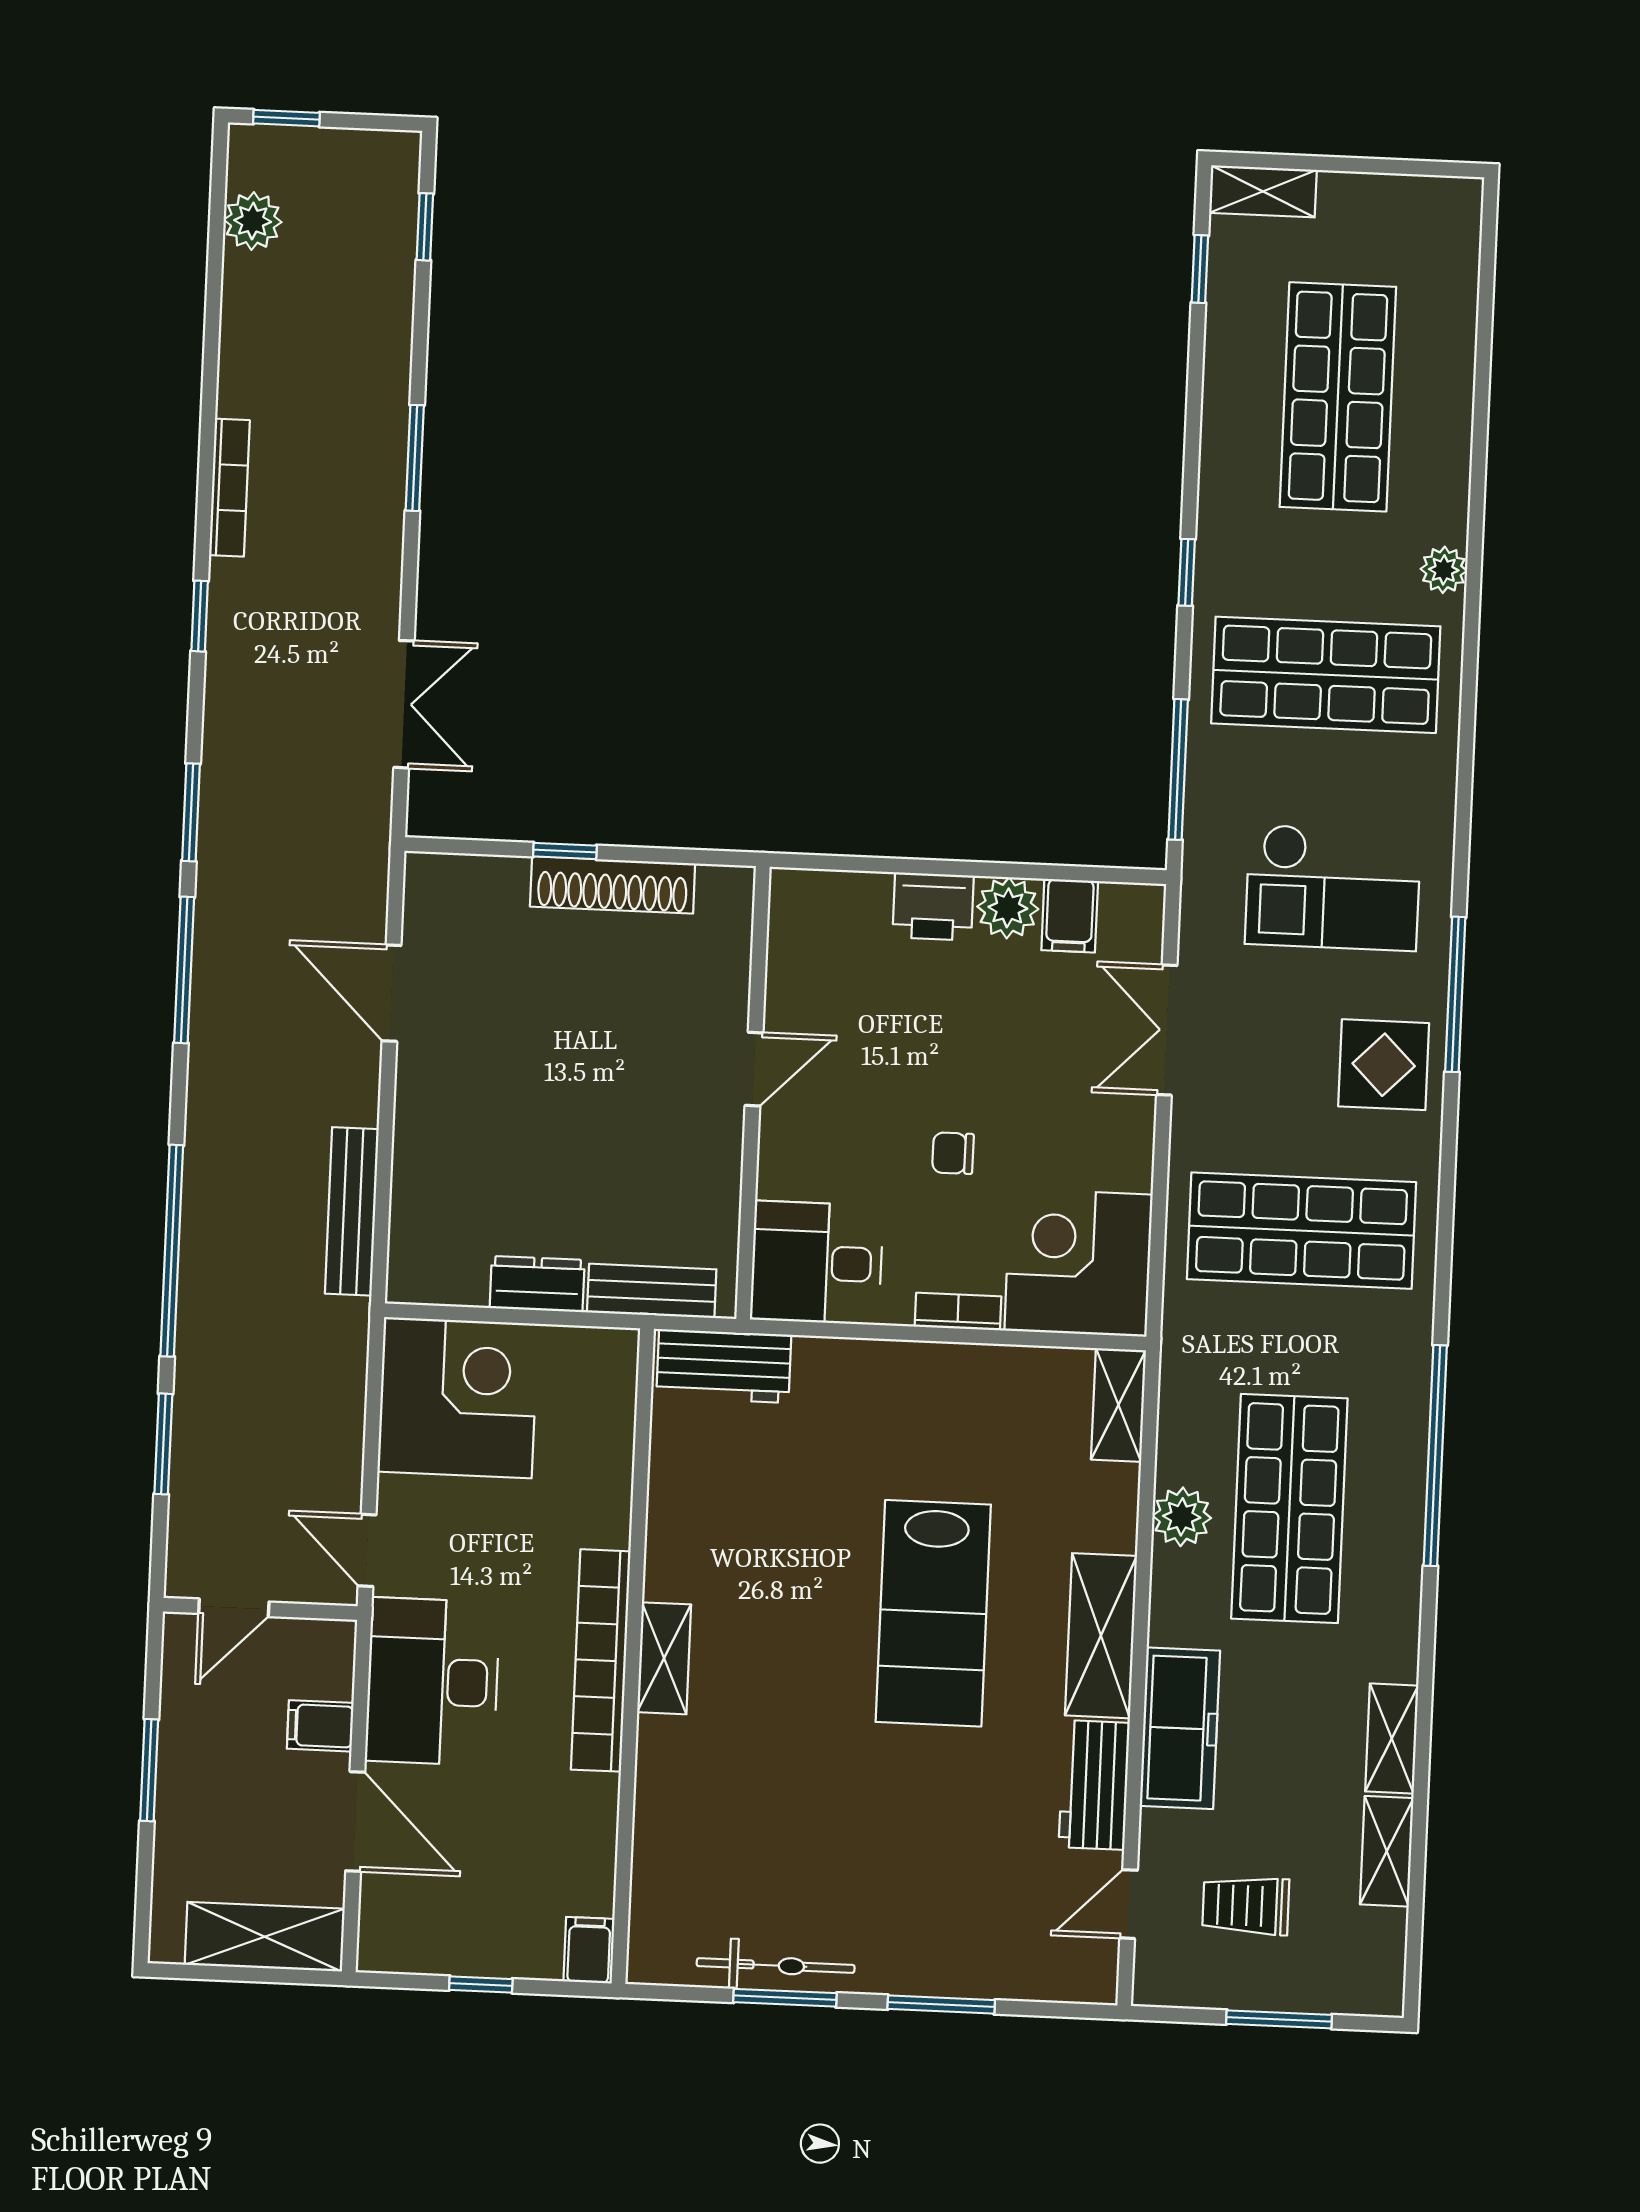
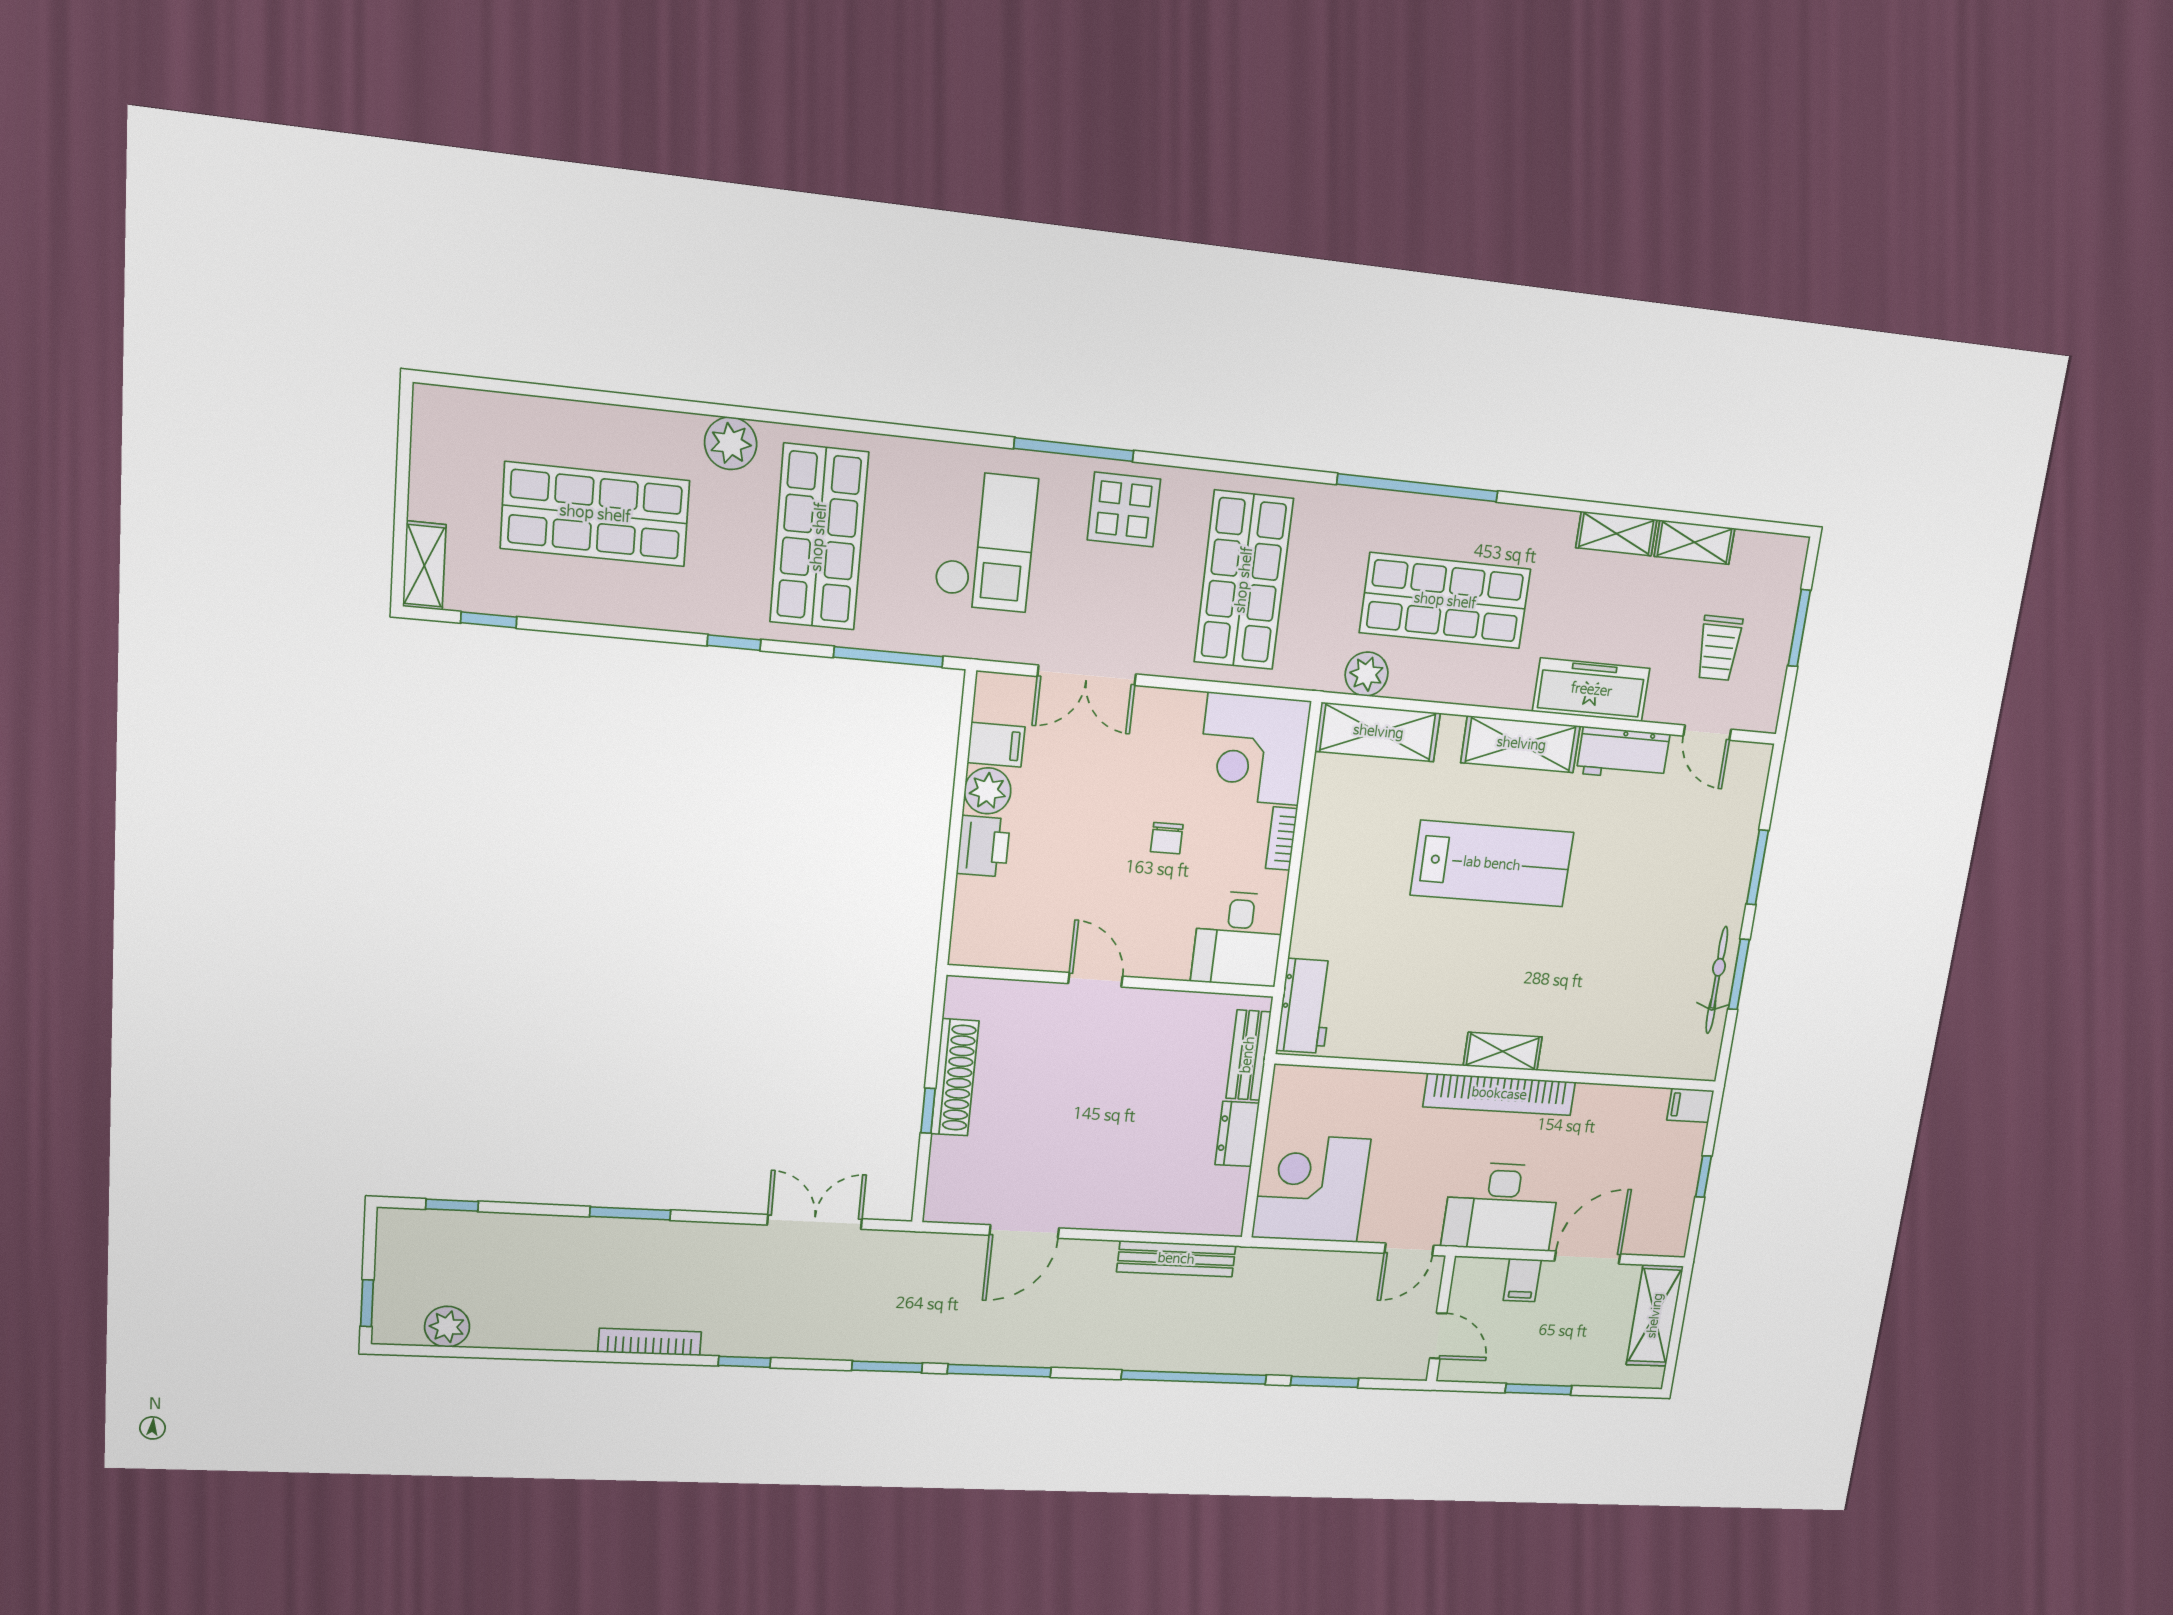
plant: (1444, 570) -> (731, 443), width x1.38, depth x1.38
shelving: (1118, 1405) -> (1378, 732), width x1.50, depth x1.33
plant: (1182, 1517) -> (1367, 674), moved

